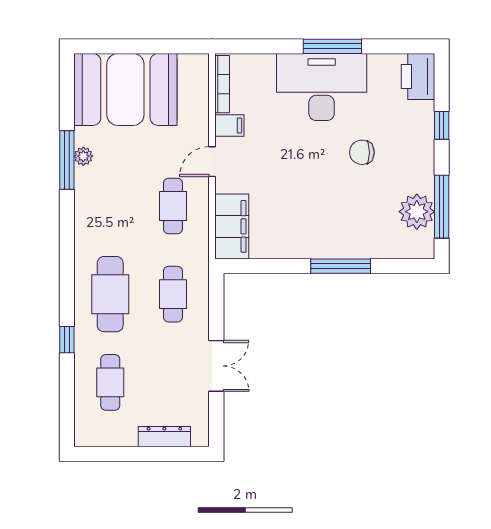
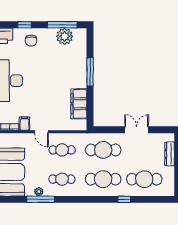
chair: (362, 152) -> (31, 41), moved
cafe table: (110, 206) -> (62, 179), added
filing cabinet: (232, 226) -> (79, 104), moved, turned -90
cafe table: (173, 294) -> (103, 150), width x1.37, depth x1.35
cafe table: (110, 382) -> (144, 179), width x1.37, depth x1.35

